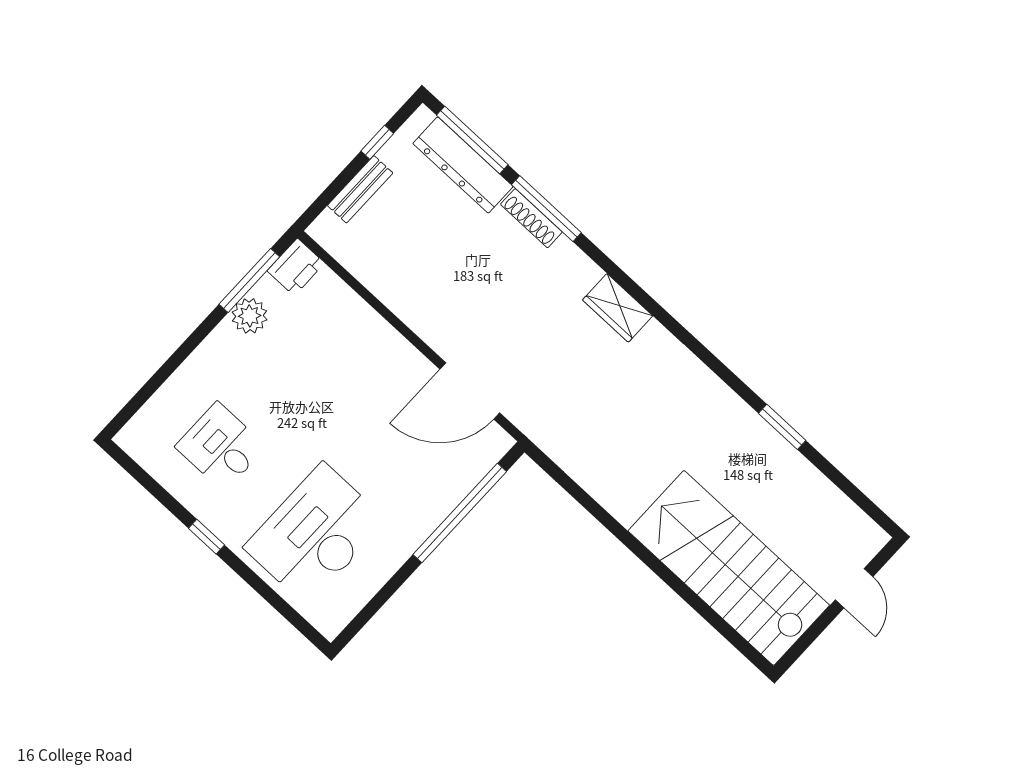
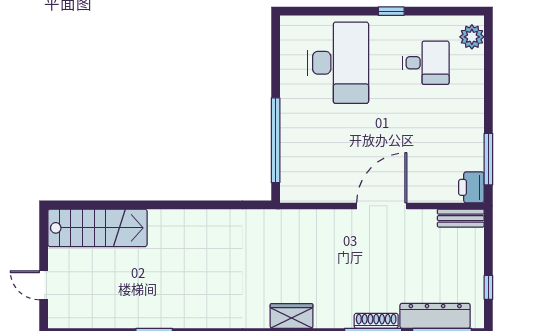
bench: (360, 189) -> (461, 218), moved, turned 90
plant: (250, 316) -> (472, 37), moved
door: (470, 391) -> (382, 206), moved
stairs: (729, 568) -> (97, 228), width x0.73, depth x0.66

